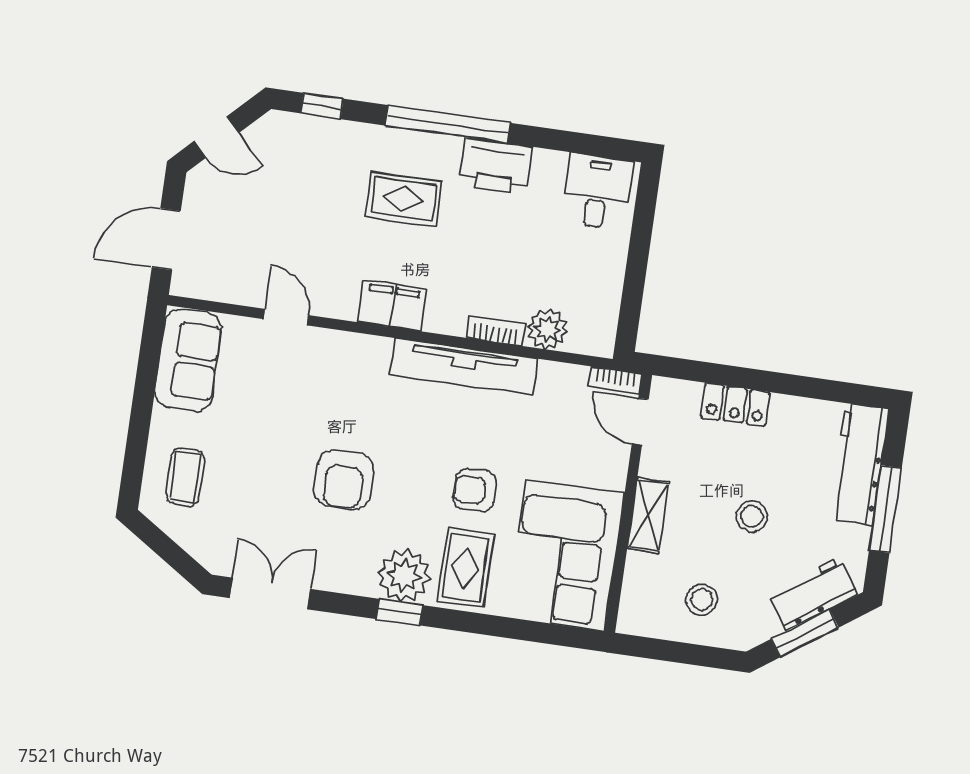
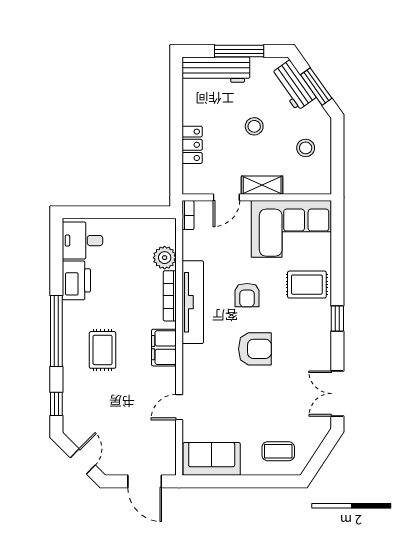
printer: (496, 166) -> (76, 280), moved
bookcase: (496, 331) -> (170, 296), width x1.56
door: (640, 421) -> (226, 197), moved
armchair: (344, 480) -> (255, 349), moved
armchair: (475, 490) -> (247, 295), moved
plant: (404, 576) -> (316, 319), removed

